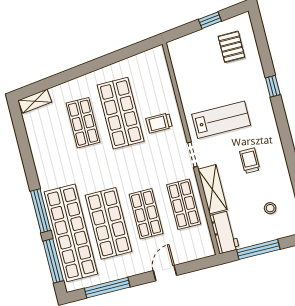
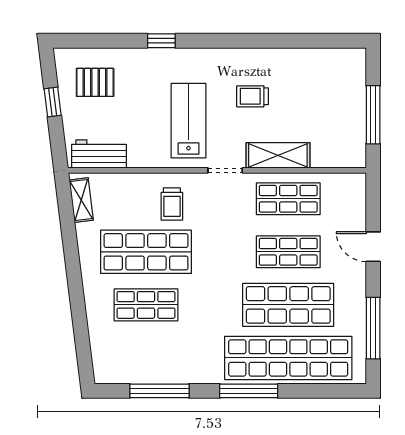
shelving: (35, 101) -> (81, 200), moved
stool: (270, 208) -> (322, 85), removed
workbench: (224, 232) -> (99, 154), moved
window: (53, 261) -> (159, 391), moved

